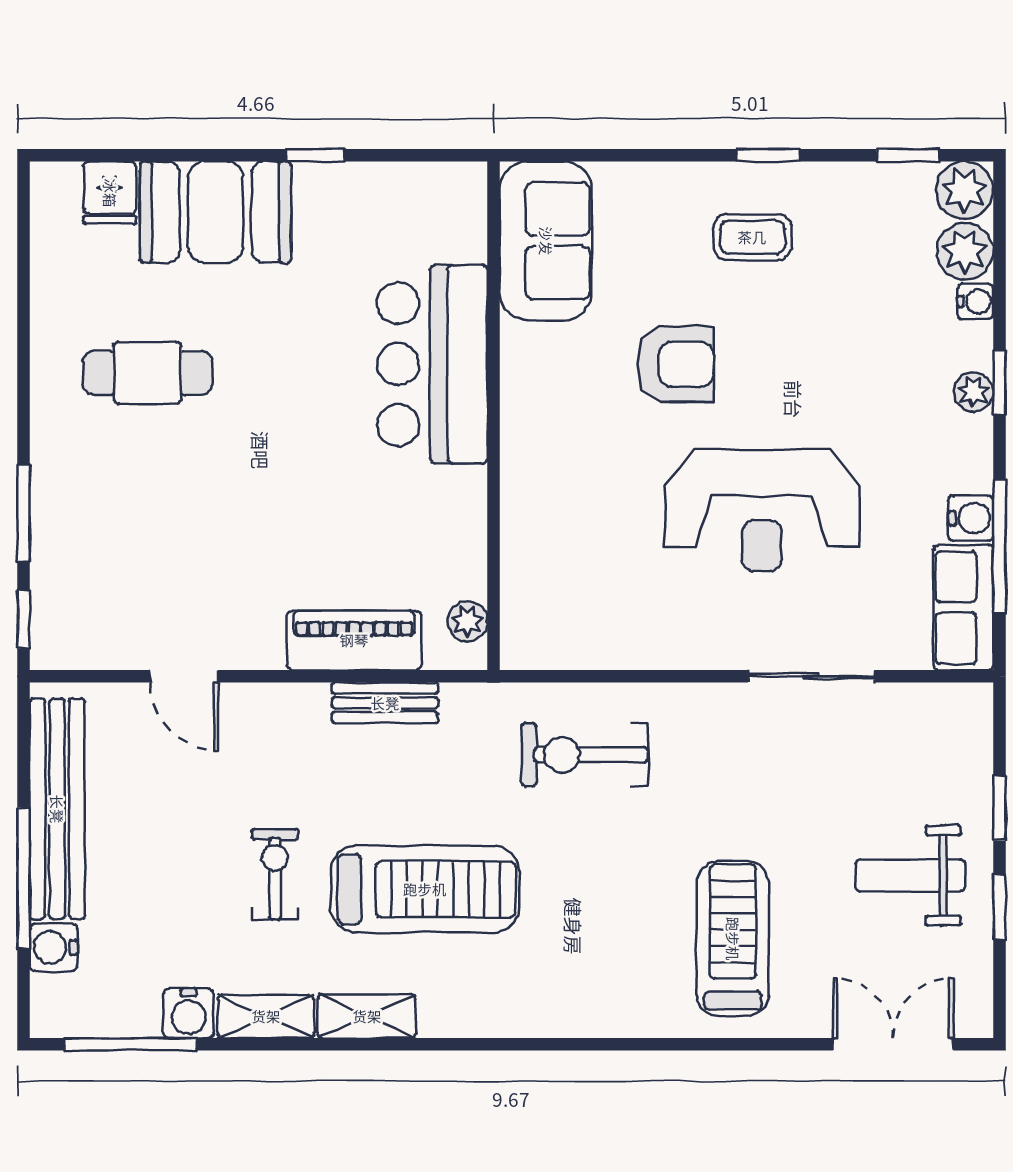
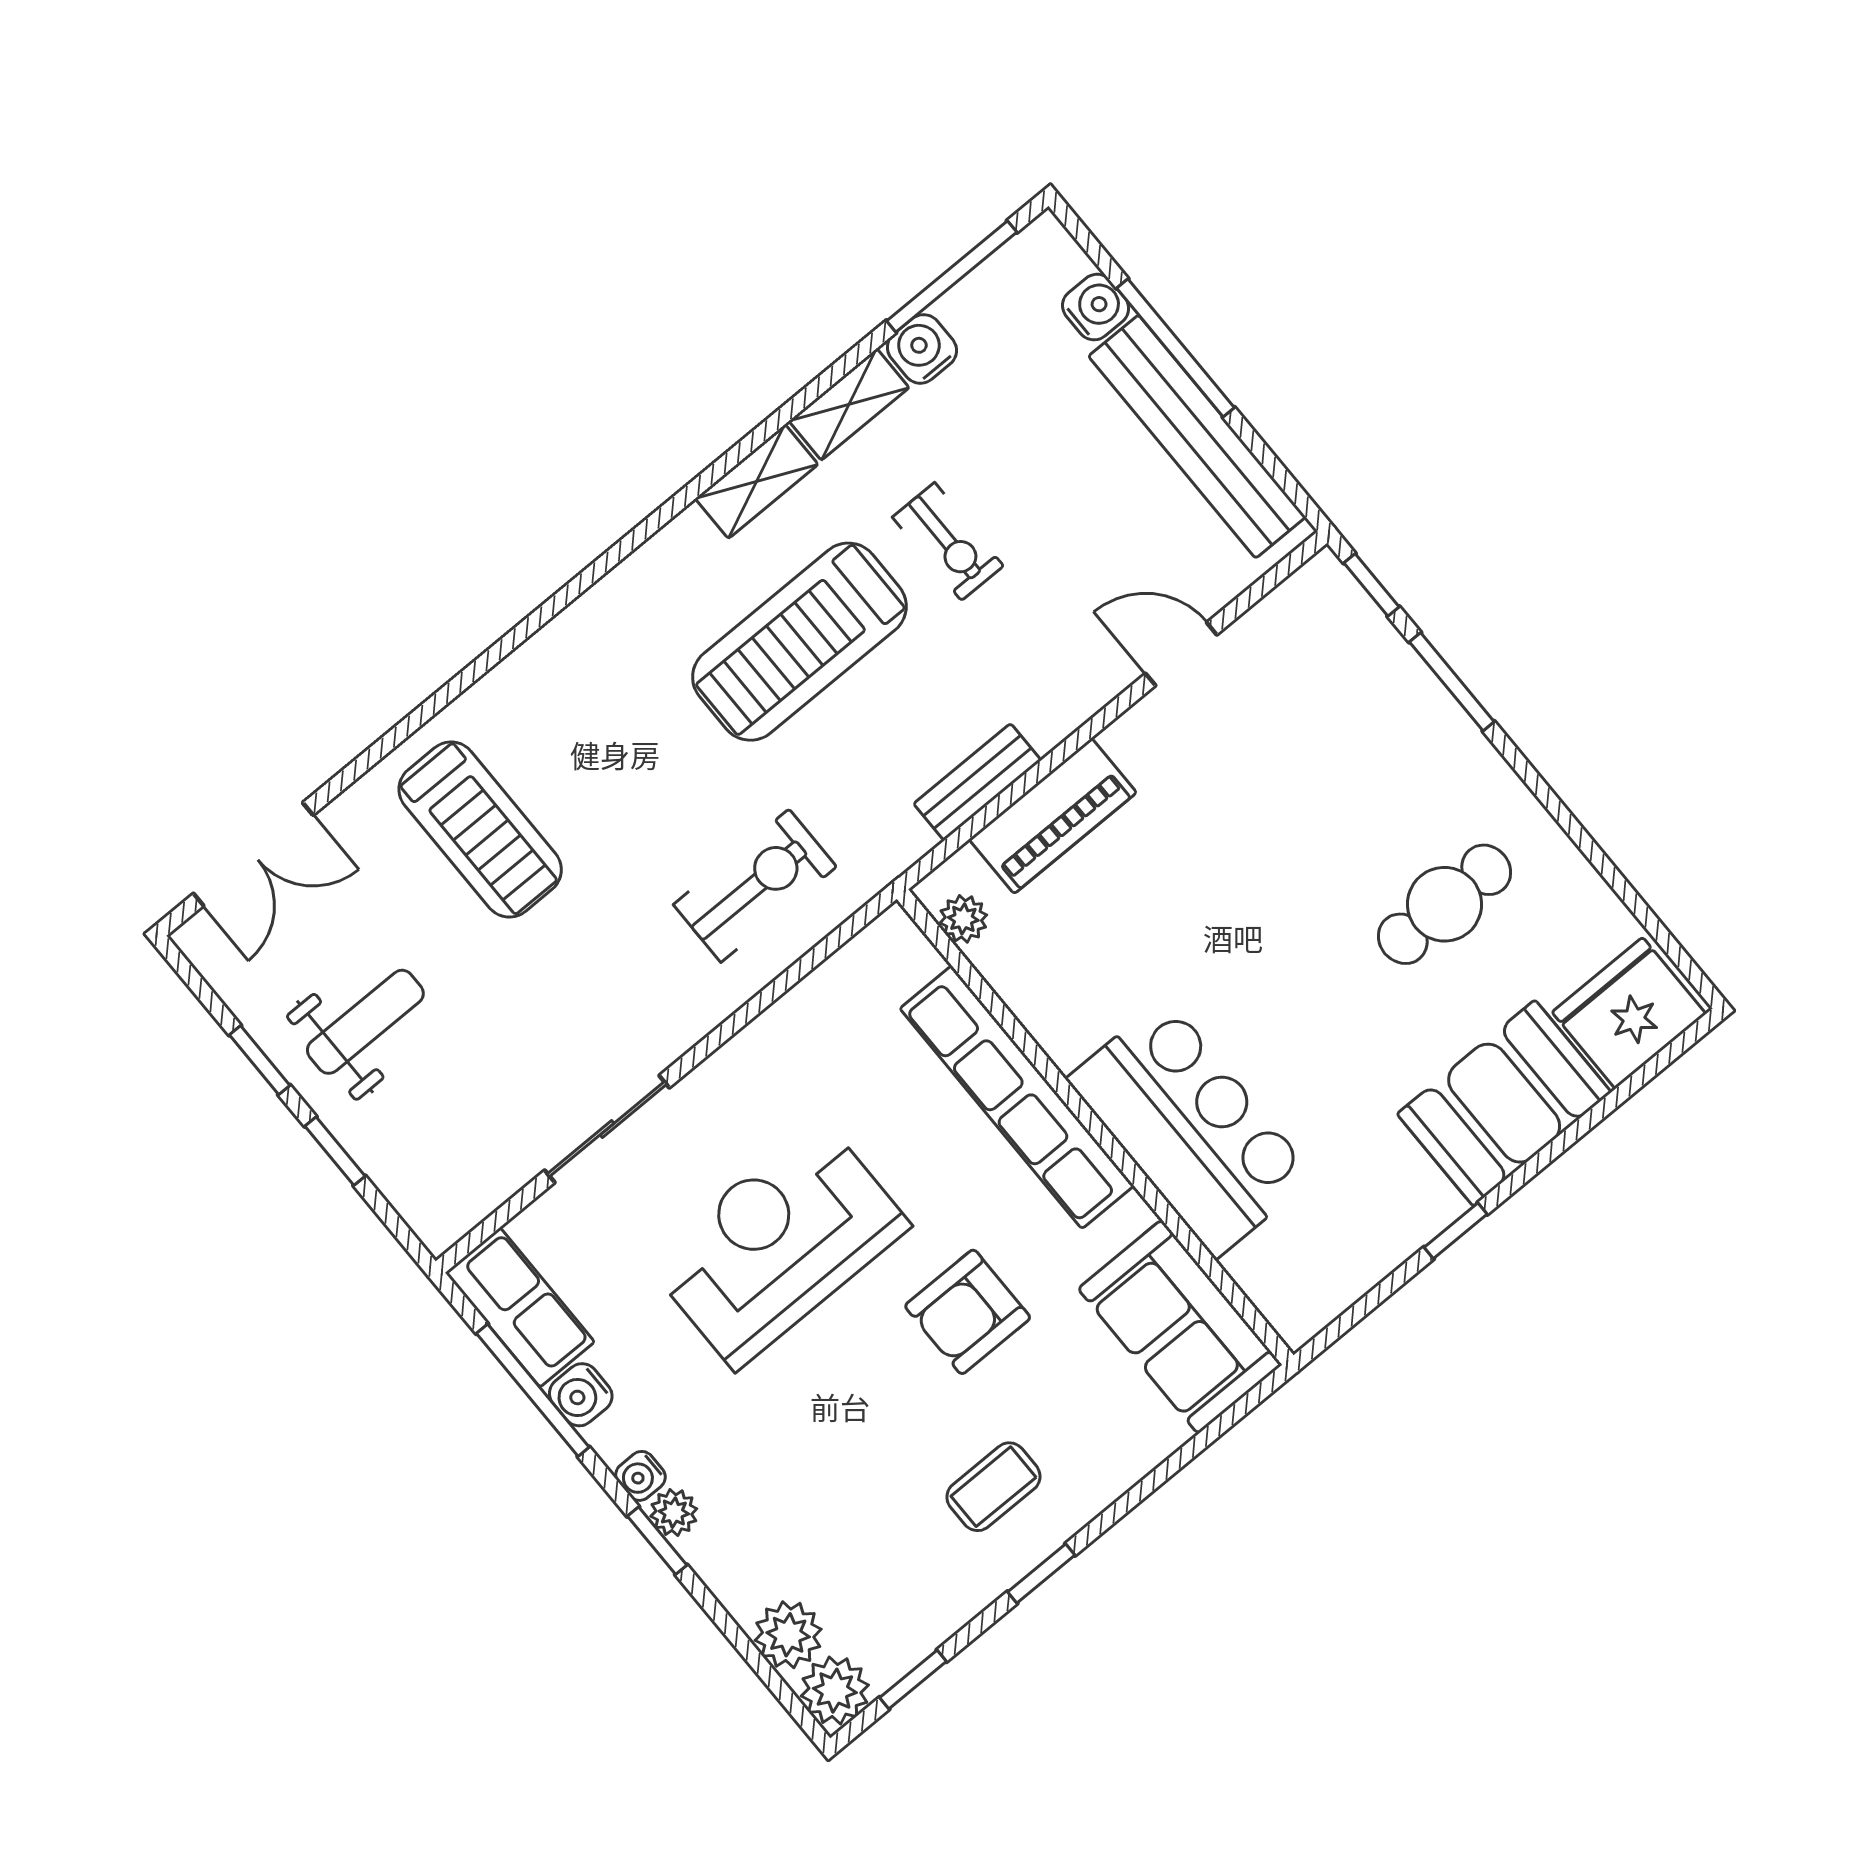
fridge: (110, 193) -> (1629, 1013), width x1.88, depth x1.34
water cooler: (975, 302) -> (641, 1476), moved
row of seats: (528, 477) -> (1017, 1097), added

